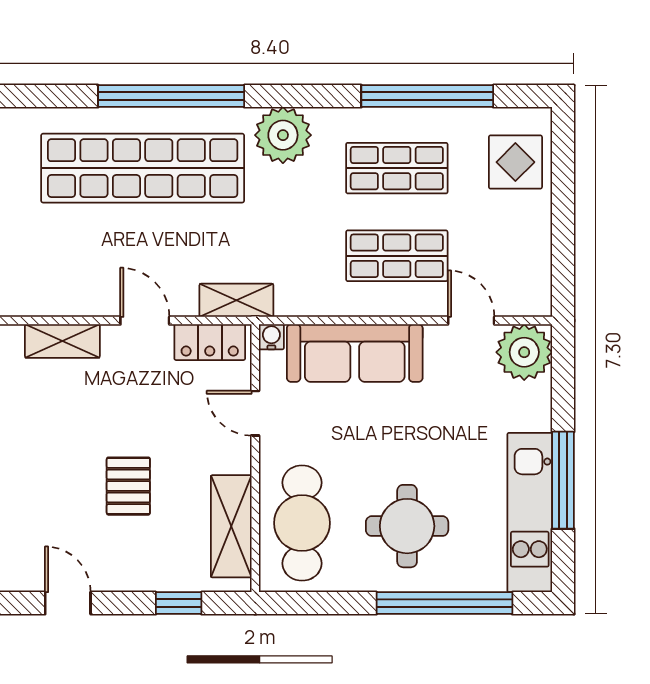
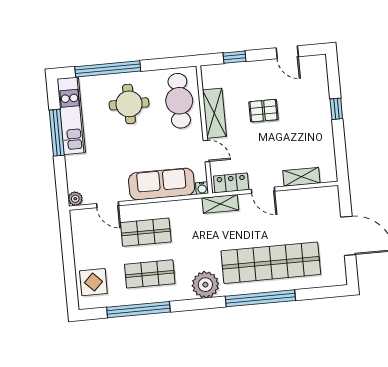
plant: (524, 352) -> (75, 199), width x0.53, depth x0.53
pallet: (128, 486) -> (264, 111), turned 90
shelving: (231, 526) -> (214, 113), moved

